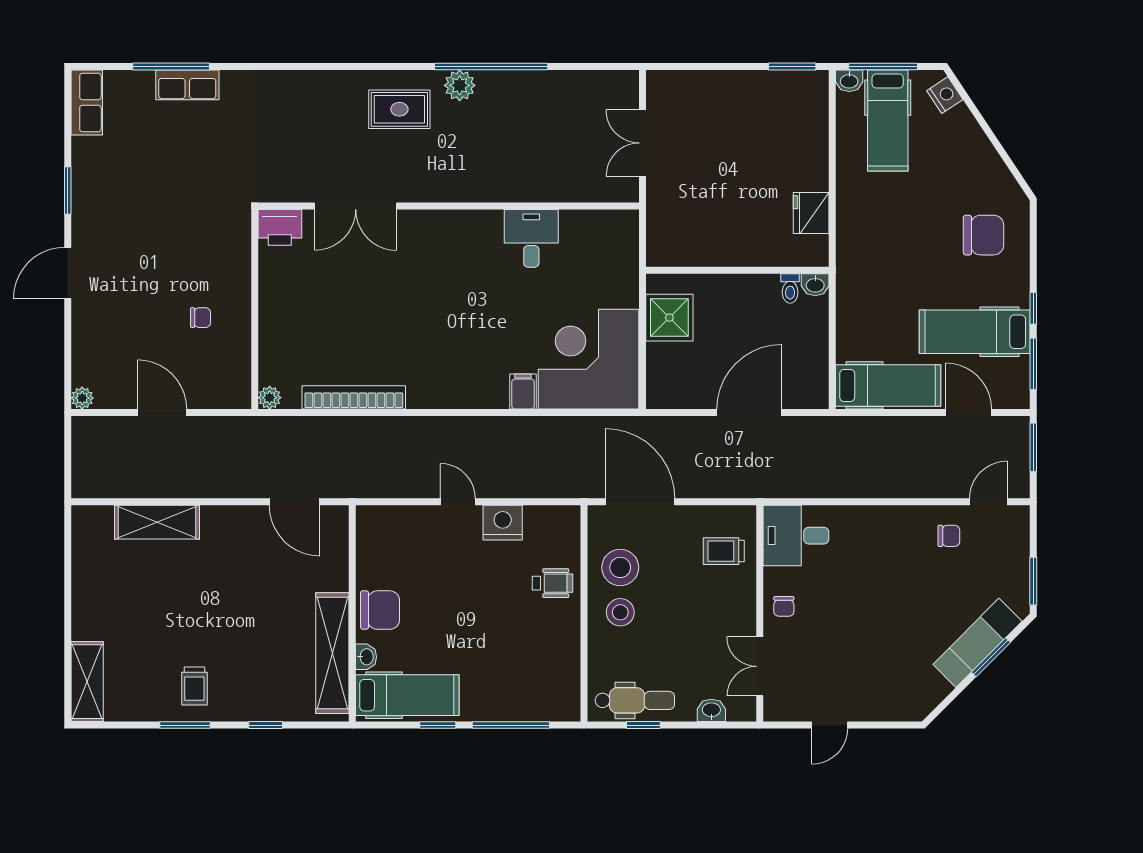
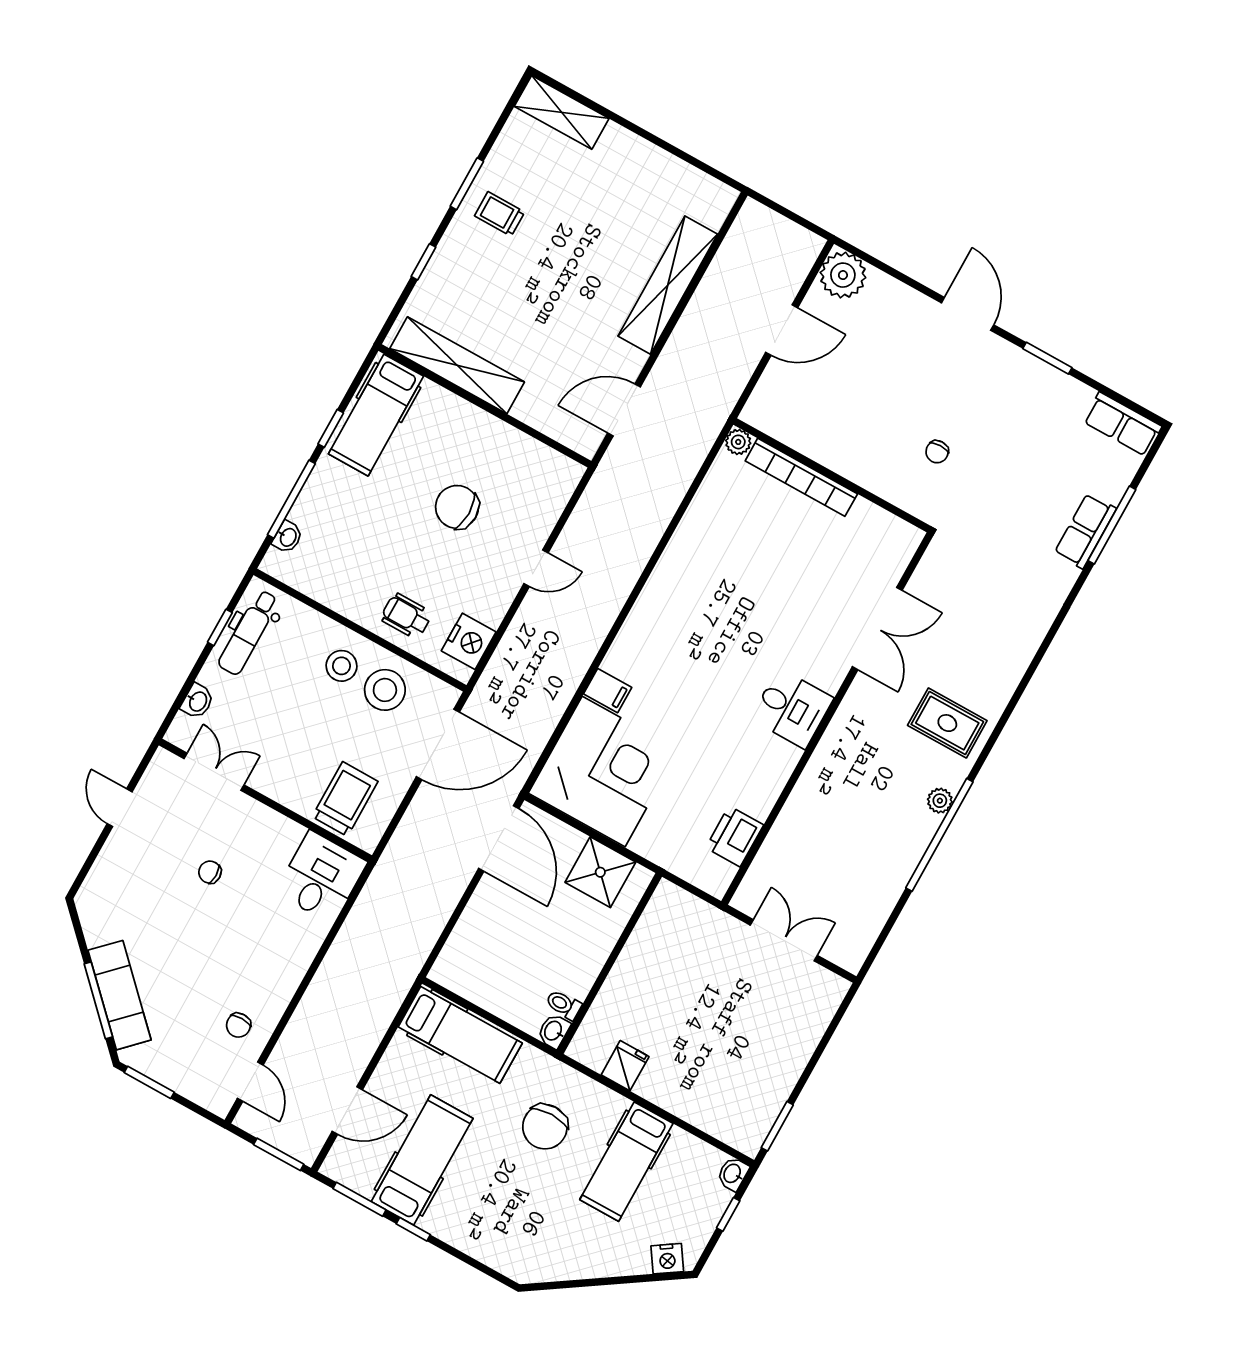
window: (883, 66) -> (728, 1214), width x0.46
plant: (460, 85) -> (940, 801), width x0.73, depth x0.73
rug: (399, 109) -> (947, 723), turned 90
hospital bed: (888, 120) -> (626, 1162), moved, turned -90
double door: (356, 206) -> (877, 629), swing flipped
fridge: (811, 213) -> (625, 1066), width x0.72
printer: (280, 227) -> (735, 836), moved
chair: (984, 235) -> (545, 1127), moved
desk: (531, 238) -> (792, 708), moved
chair: (200, 318) -> (937, 452), moved
hospital bed: (888, 385) -> (460, 1035), moved, turned -90
bookcase: (354, 397) -> (801, 477), moved, turned 90
plant: (82, 398) -> (843, 275), width x1.87, depth x1.87
door: (749, 412) -> (499, 838), moved
shelving: (157, 522) -> (668, 285), width x1.47
nightstand: (503, 523) -> (469, 641), moved
trolley: (724, 551) -> (345, 799), width x1.36, depth x1.39
wheelchair: (553, 583) -> (406, 616), turned 90
chair: (784, 606) -> (210, 872), moved
chair: (380, 610) -> (457, 507), moved, turned 90
washbasin: (366, 657) -> (288, 537), moved, turned -90
window: (991, 657) -> (98, 1000), width x1.44

